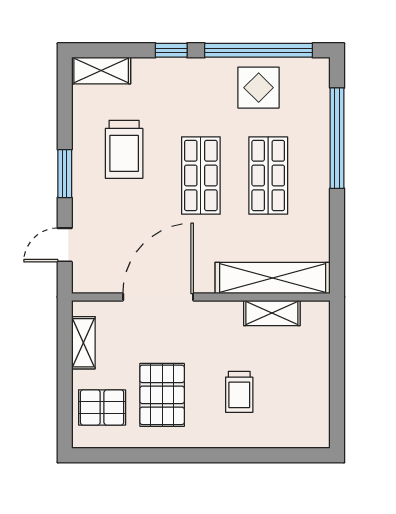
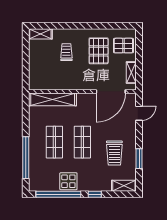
display table: (259, 88) -> (68, 181), moved
trolley: (124, 149) -> (114, 153), turned 180
window: (65, 174) -> (139, 159), moved
door: (158, 297) -> (111, 92), moved
shelving: (272, 313) -> (40, 34), moved

